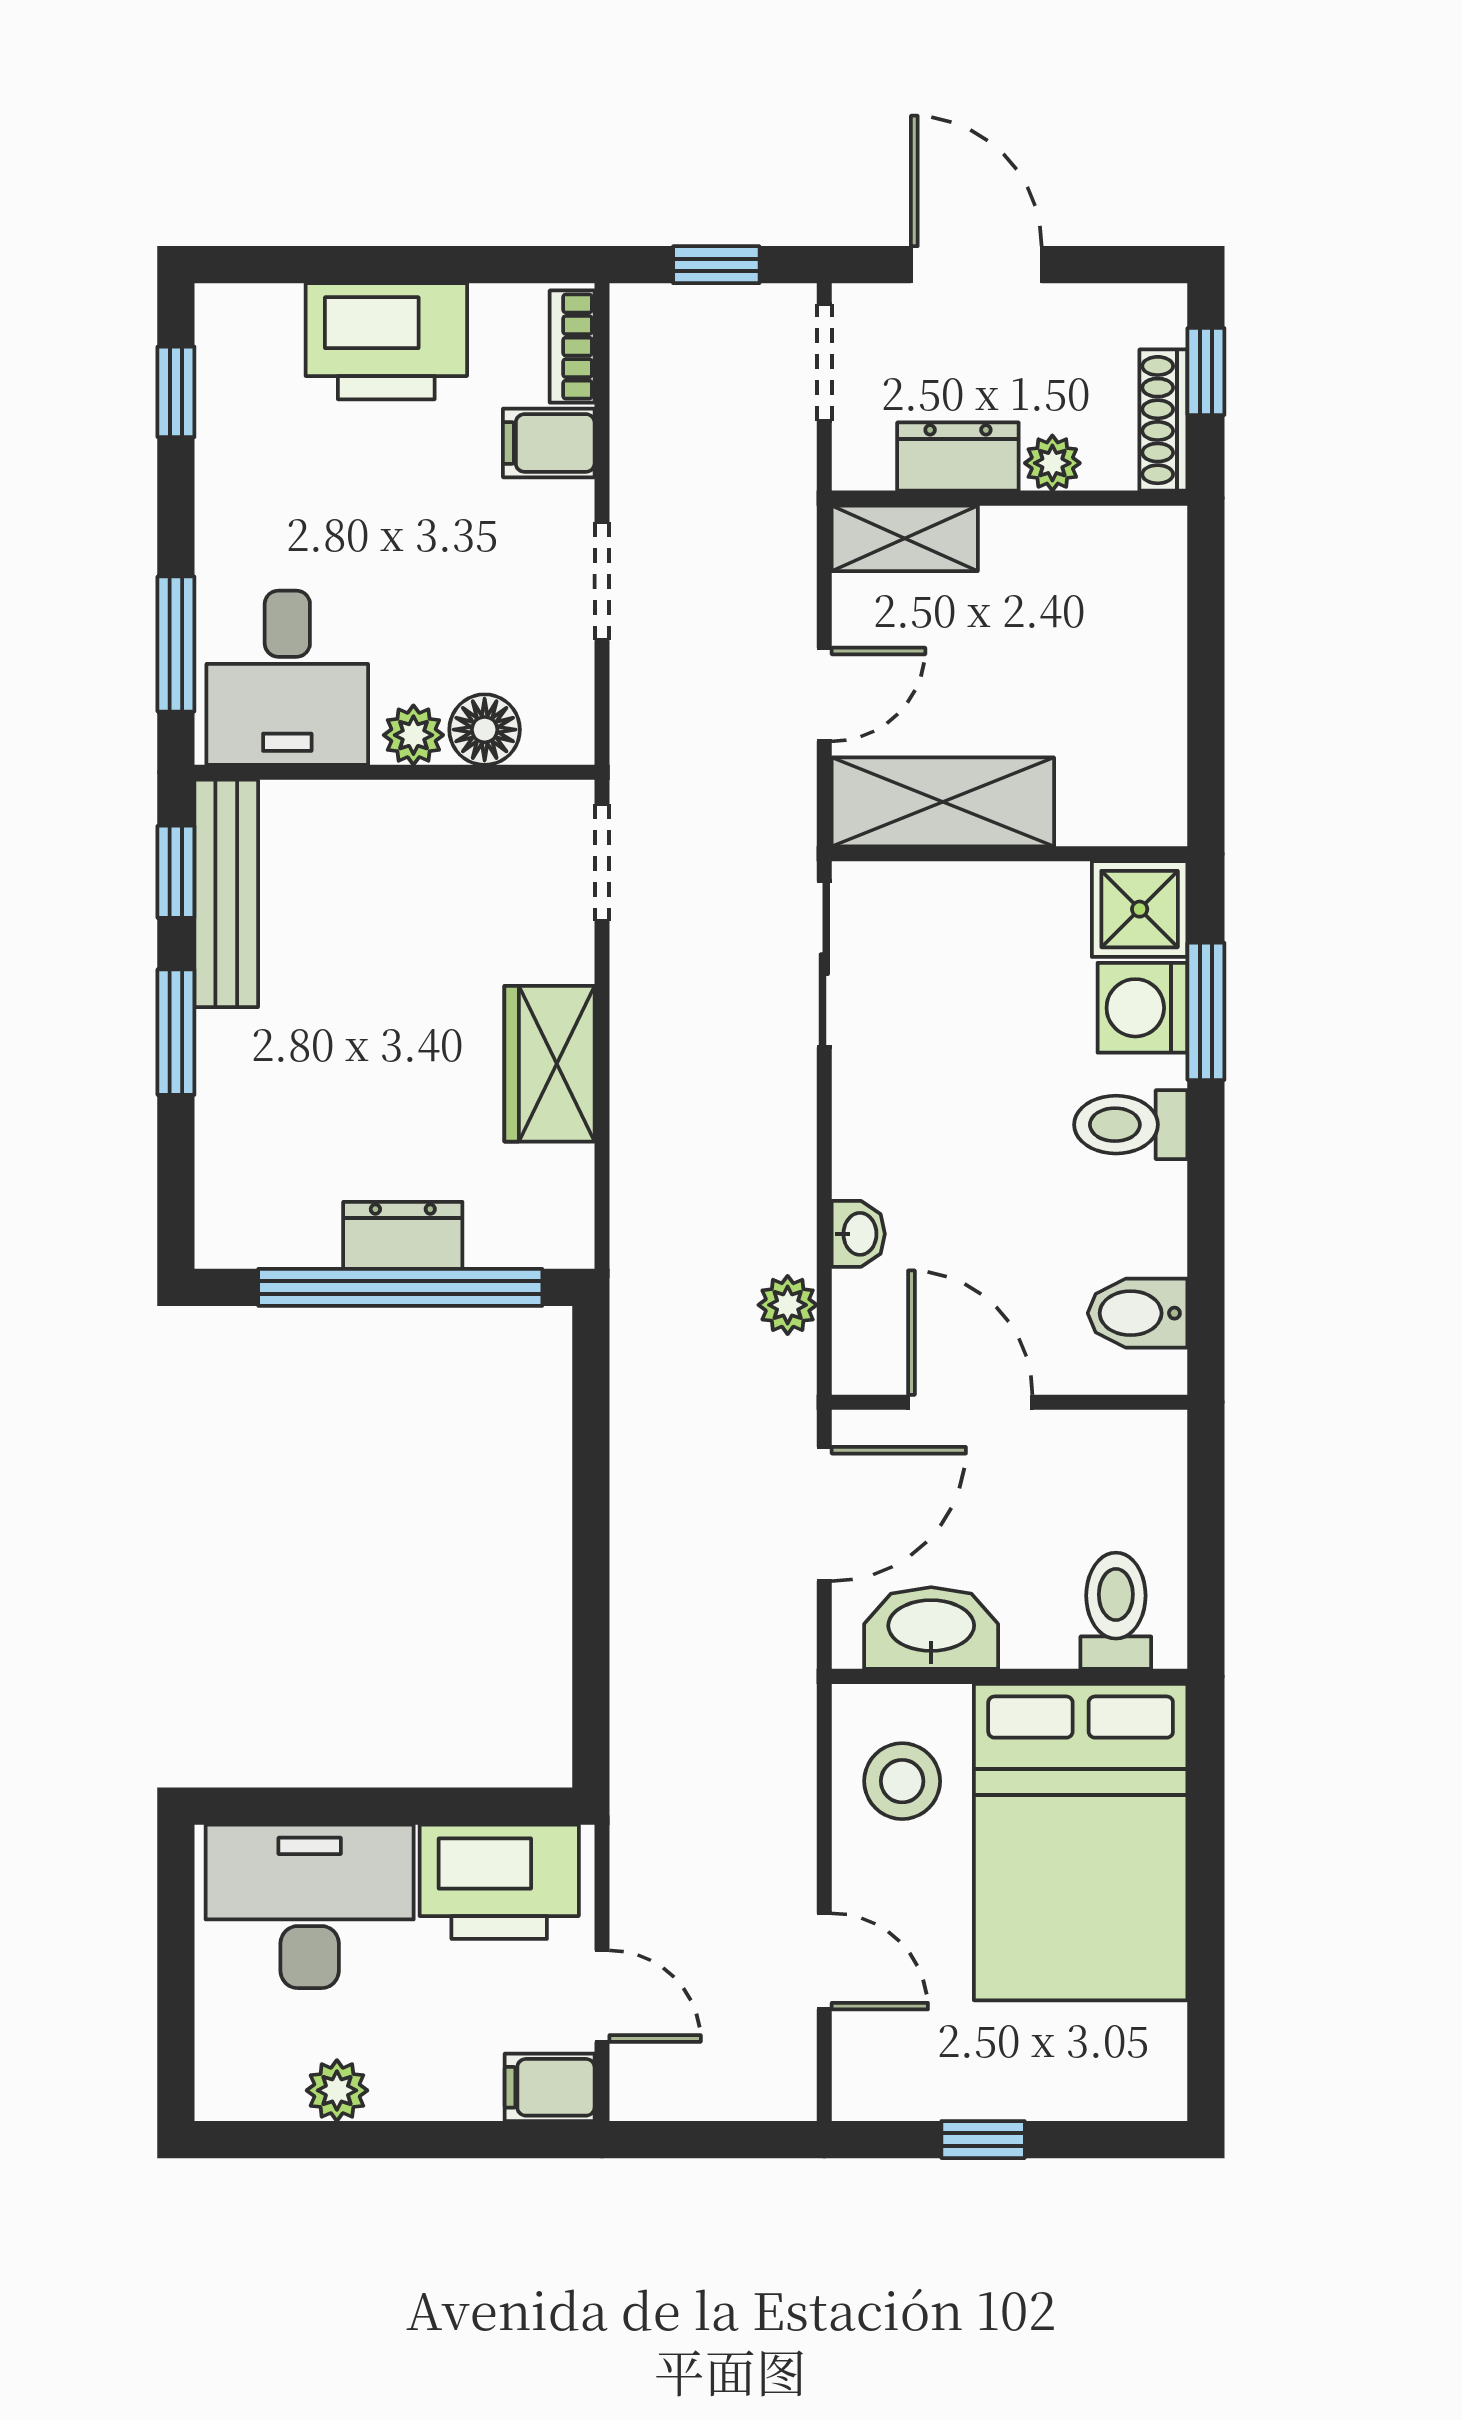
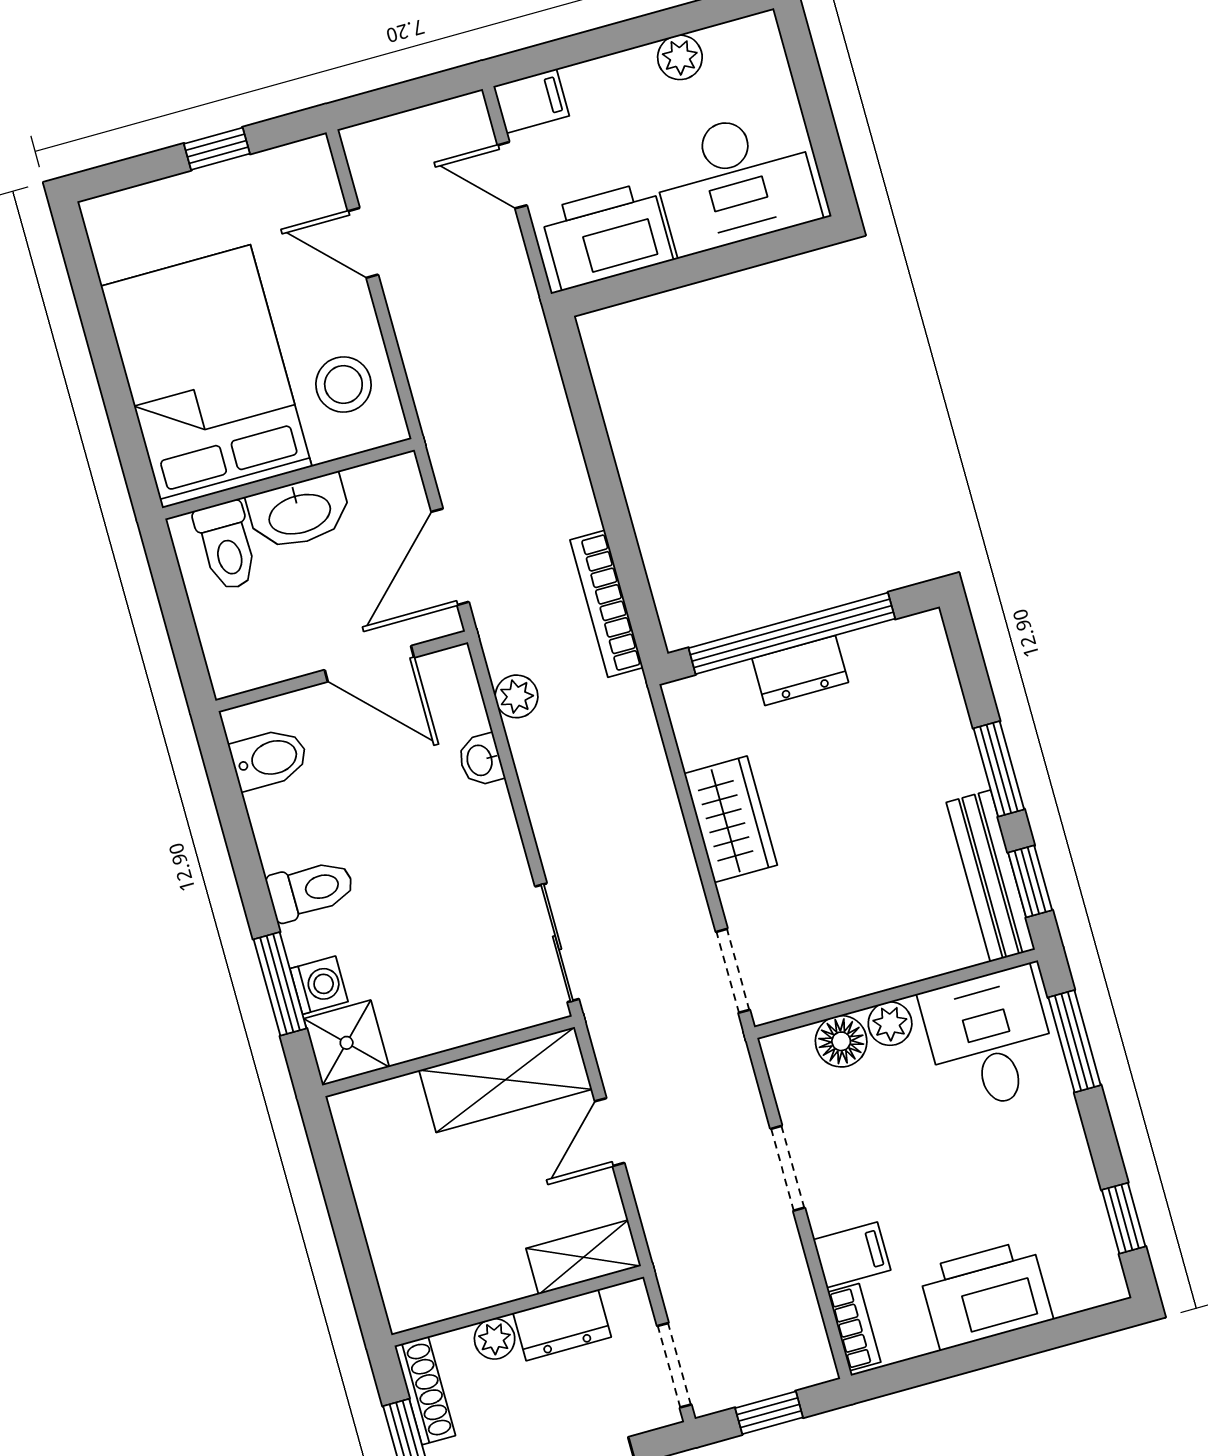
washing machine: (1143, 1008) -> (319, 985), width x0.73, depth x0.73
bookcase: (635, 1395) -> (607, 604), added
washbasin: (931, 1628) -> (299, 512), moved

